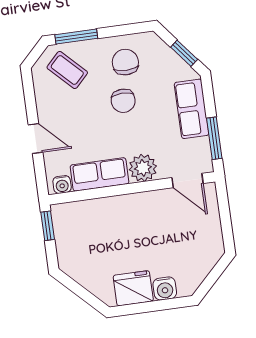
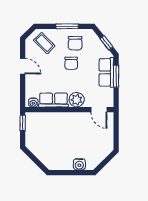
window: (76, 37) -> (67, 26), moved
chair: (125, 62) -> (75, 43), turned 180
window: (214, 138) -> (116, 76), moved
door: (35, 139) -> (23, 66), moved
fridge: (133, 288) -> (63, 162), removed

